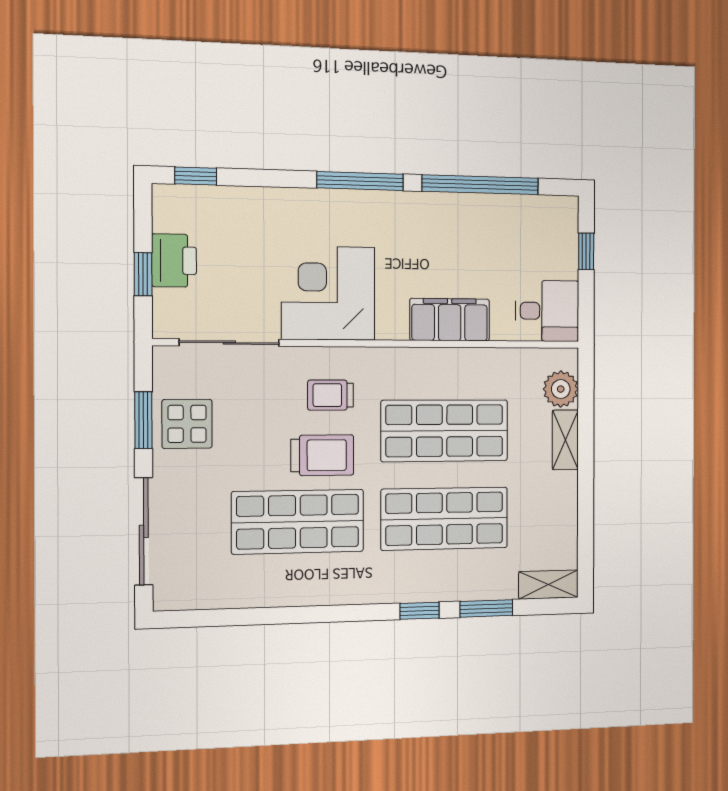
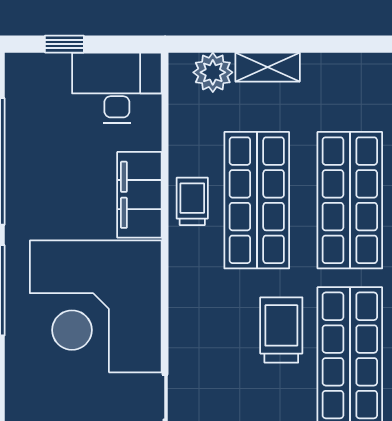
corner desk: (328, 293) -> (96, 306), width x1.36, depth x1.36
desk: (547, 311) -> (117, 88), width x1.37
trolley: (331, 395) -> (192, 201), moved, turned 180

